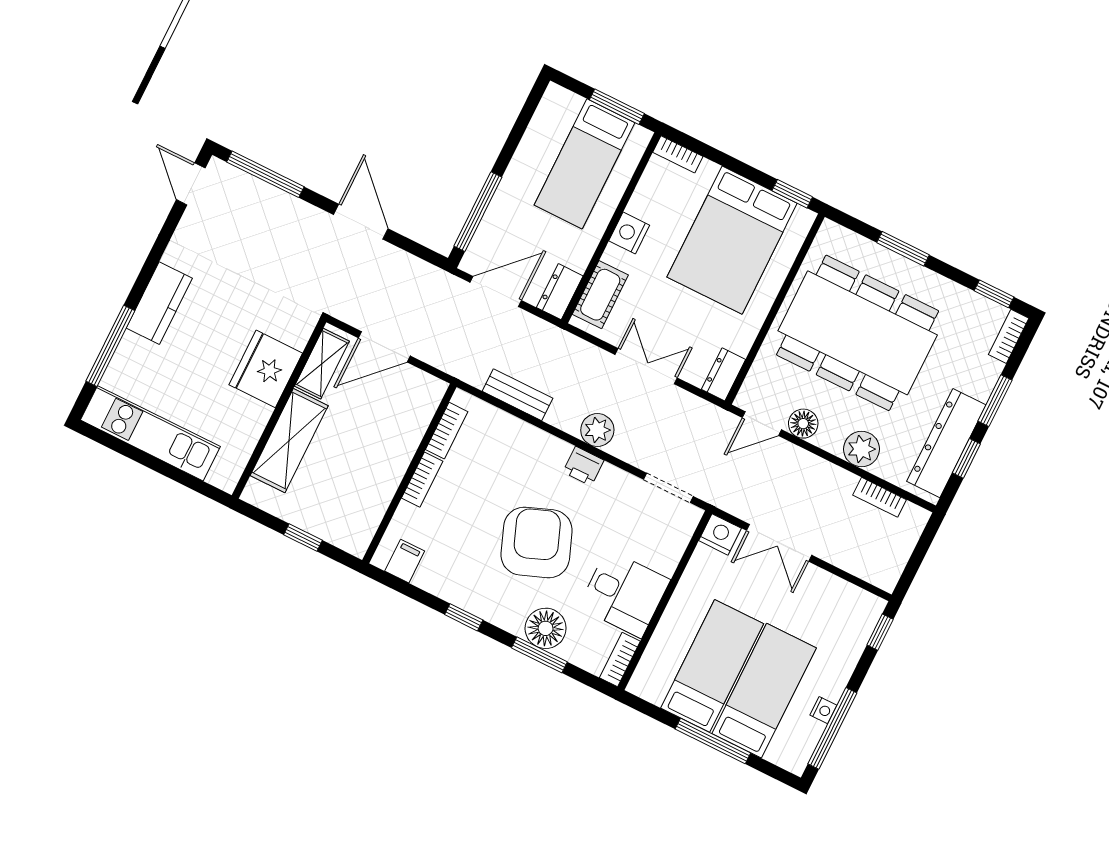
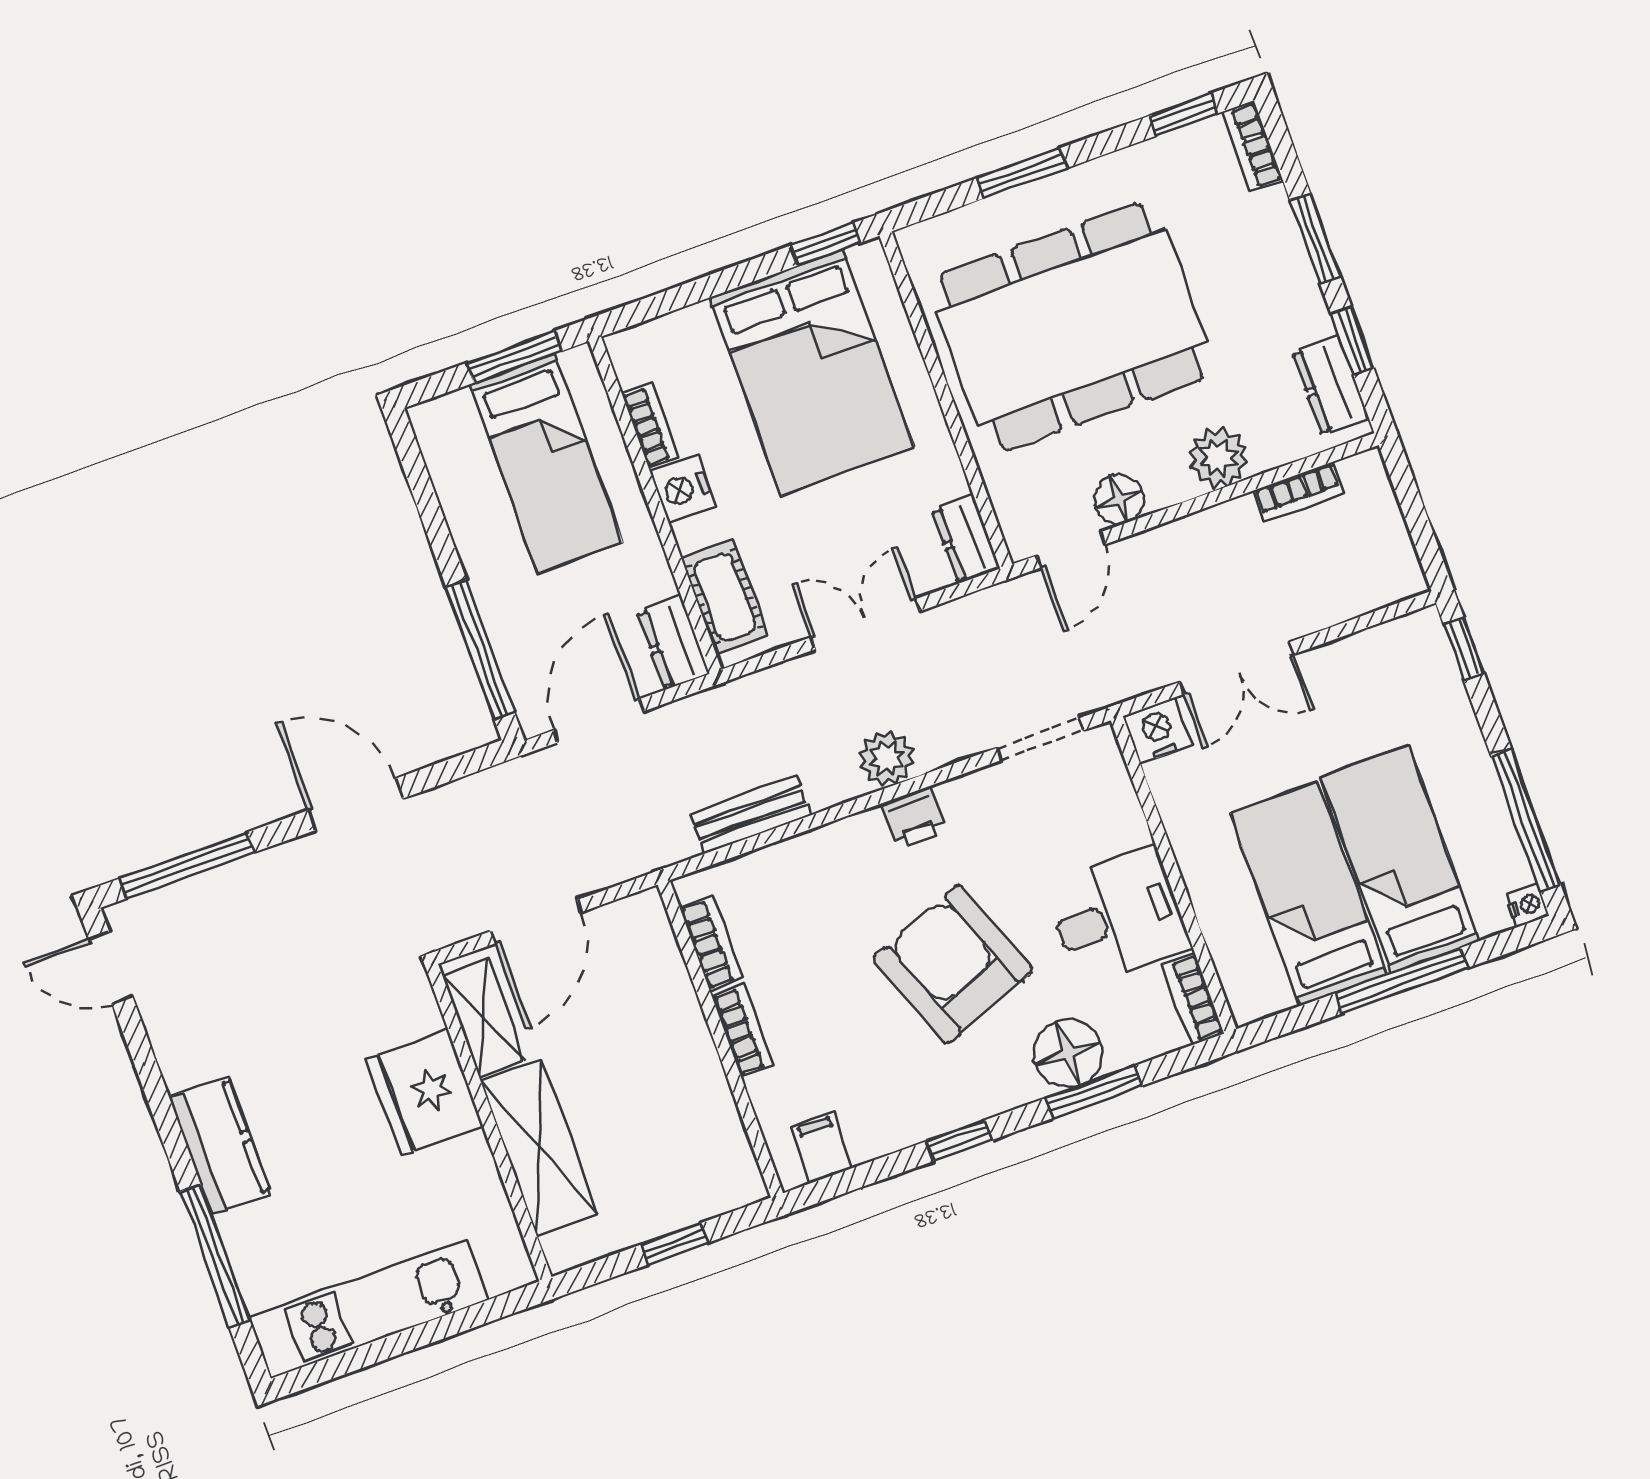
bookcase: (678, 154) -> (650, 426), moved, turned -90
dresser: (946, 443) -> (1331, 386), width x0.51, depth x0.80
nightstand: (823, 710) -> (1527, 905), moved

